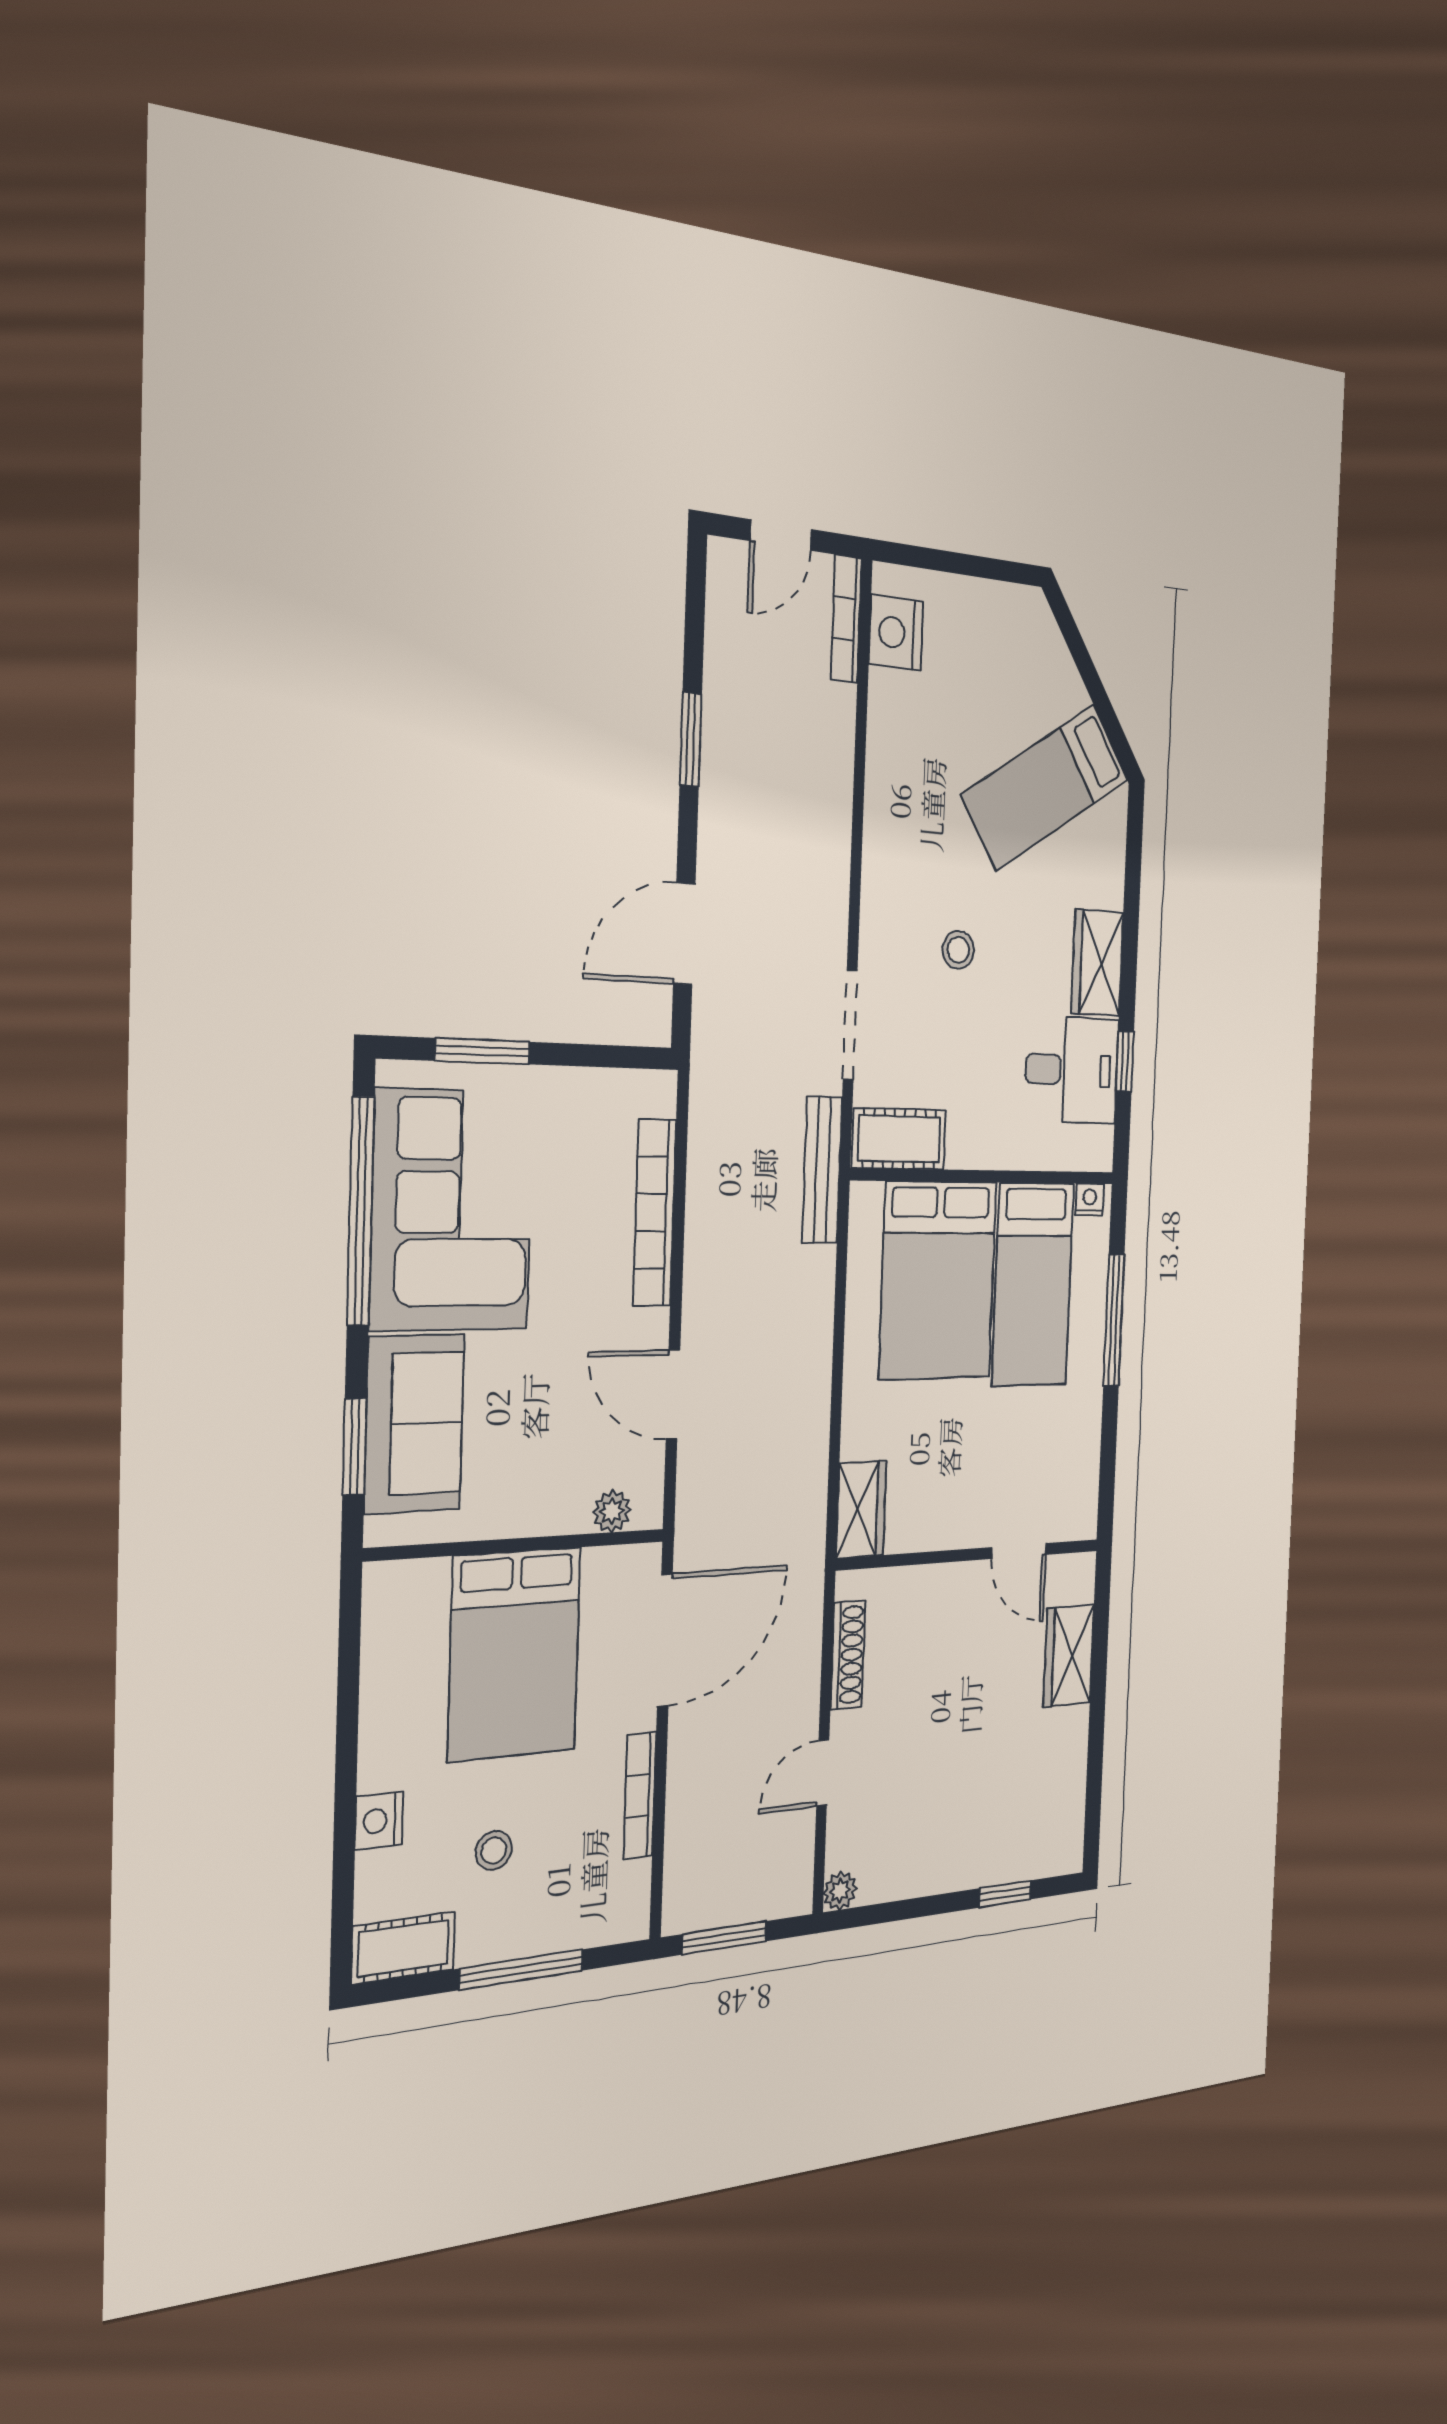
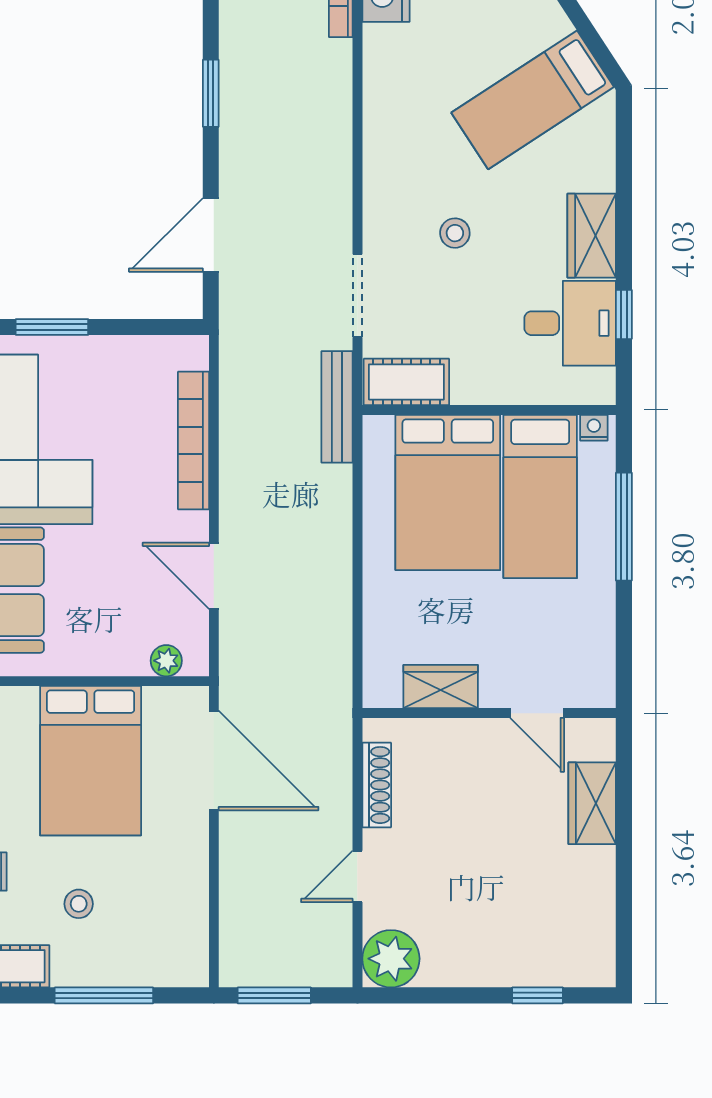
wardrobe: (861, 1509) -> (441, 687), moved, turned -90
door: (665, 1640) -> (214, 761), hinge flipped
bookcase: (640, 1795) -> (197, 876), removed
plant: (840, 1891) -> (391, 959), width x1.88, depth x1.88

